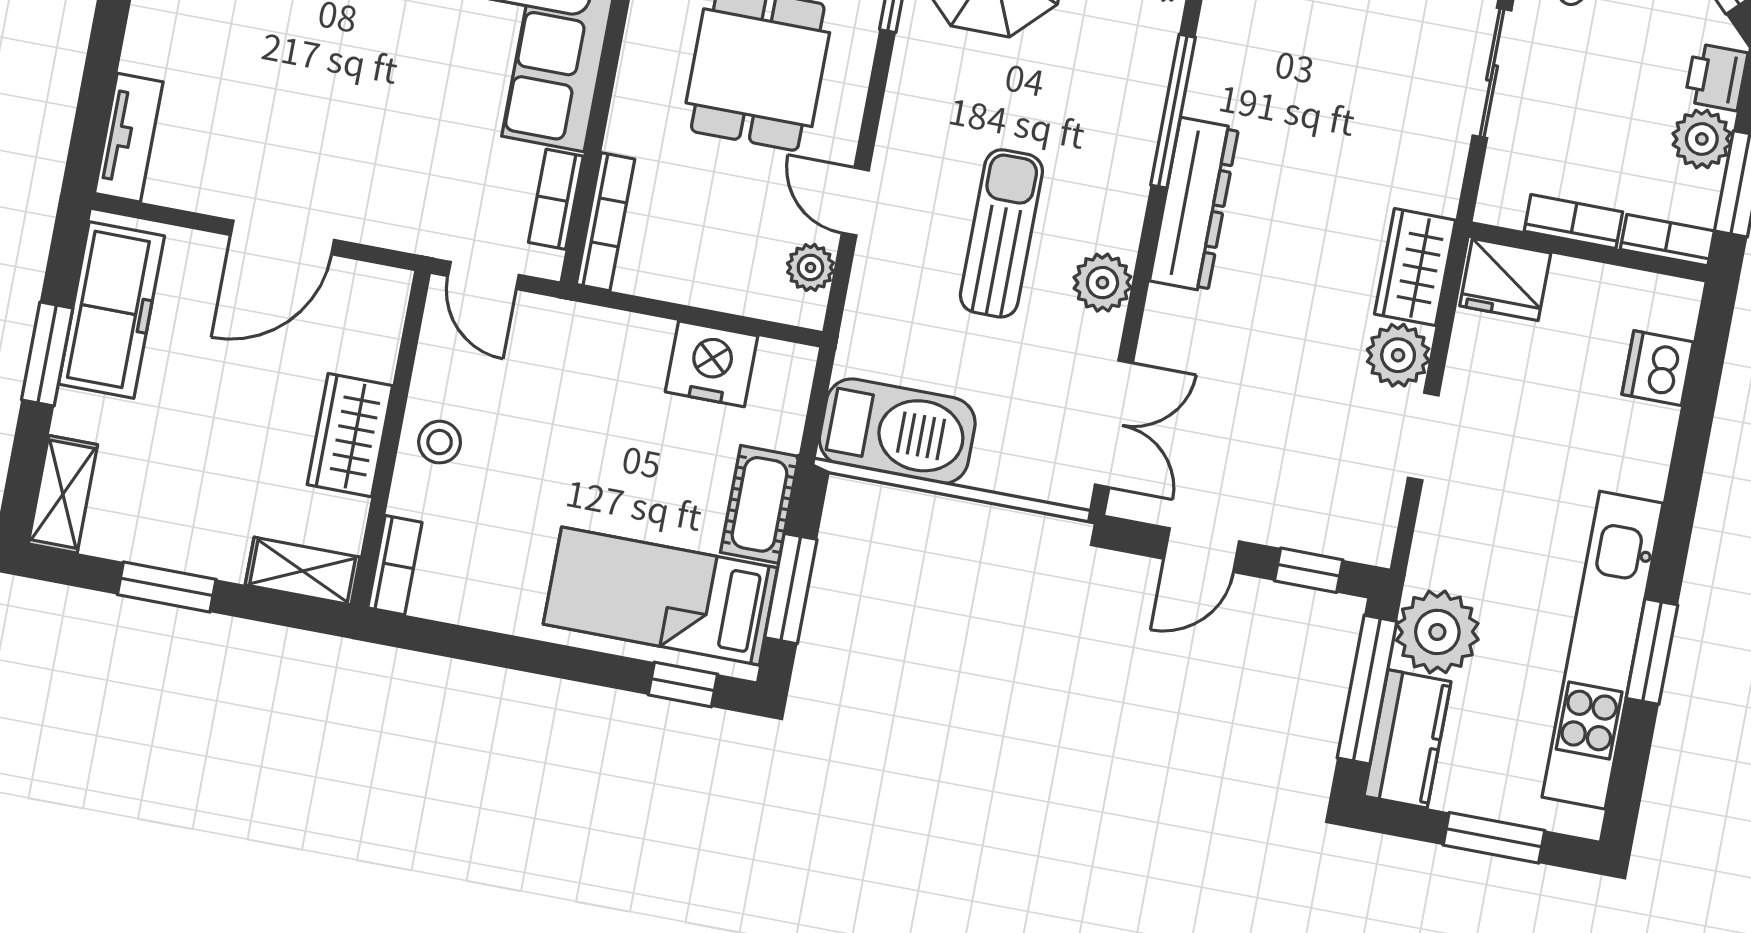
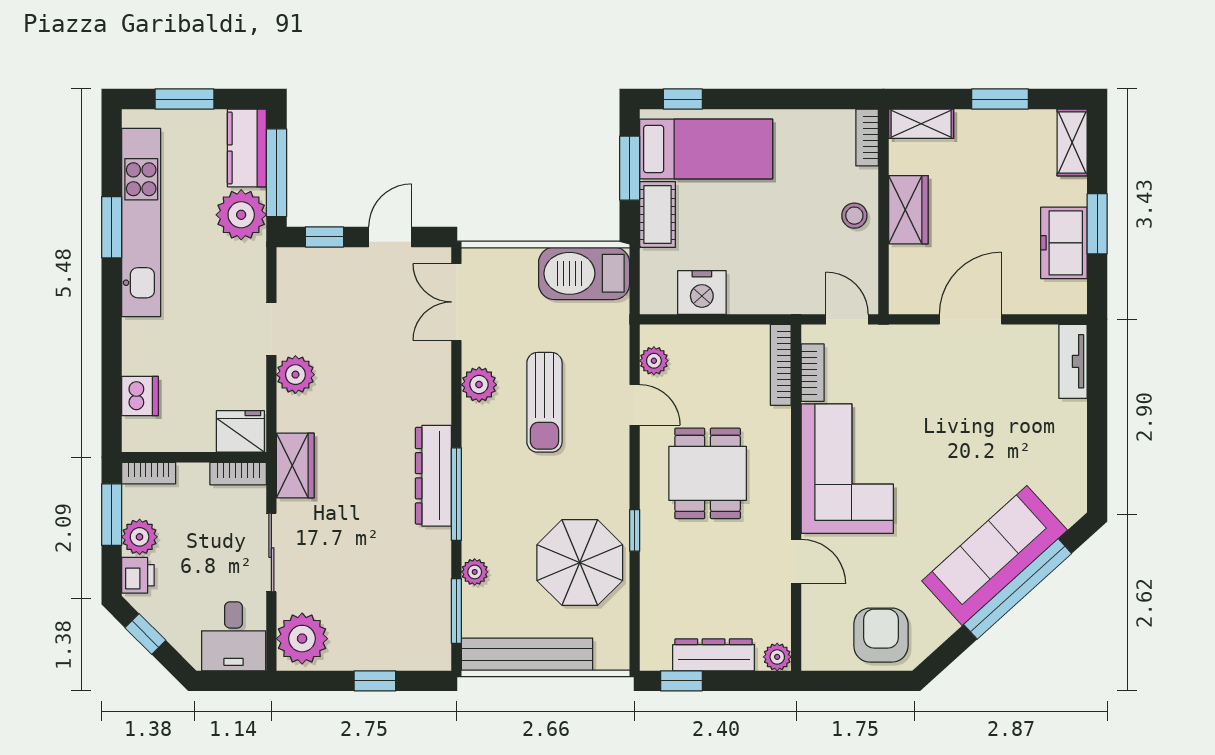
dresser: (1194, 205) -> (433, 476), moved
bookcase: (1573, 221) -> (238, 474), moved
wardrobe: (1415, 267) -> (295, 466), moved
freezer: (111, 310) -> (1064, 243), width x0.71

